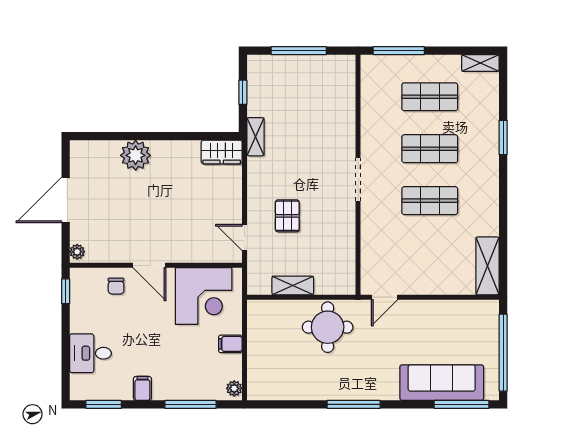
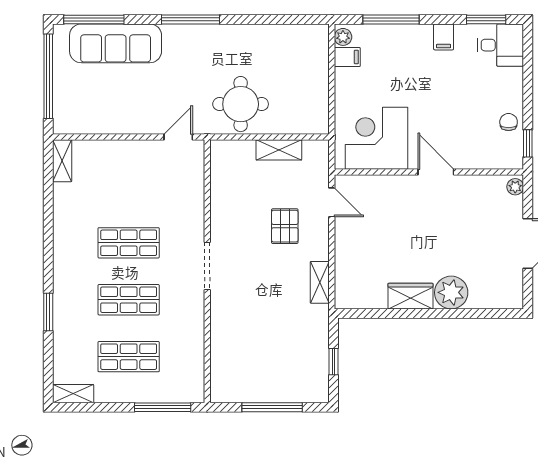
shelving: (255, 137) -> (320, 282), moved
wardrobe: (222, 152) -> (410, 296), moved
shelving: (487, 266) -> (62, 161), width x0.67, depth x0.75
chair: (116, 286) -> (509, 122), moved
filing cabinet: (230, 344) -> (347, 57), moved
desk: (90, 353) -> (501, 45), moved
window: (354, 404) -> (190, 19), moved

